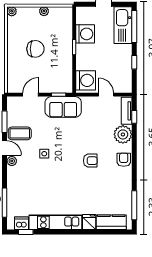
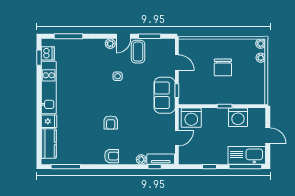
plant: (44, 11) -> (261, 58), moved
plant: (123, 134) -> (141, 159), width x0.53, depth x0.53

